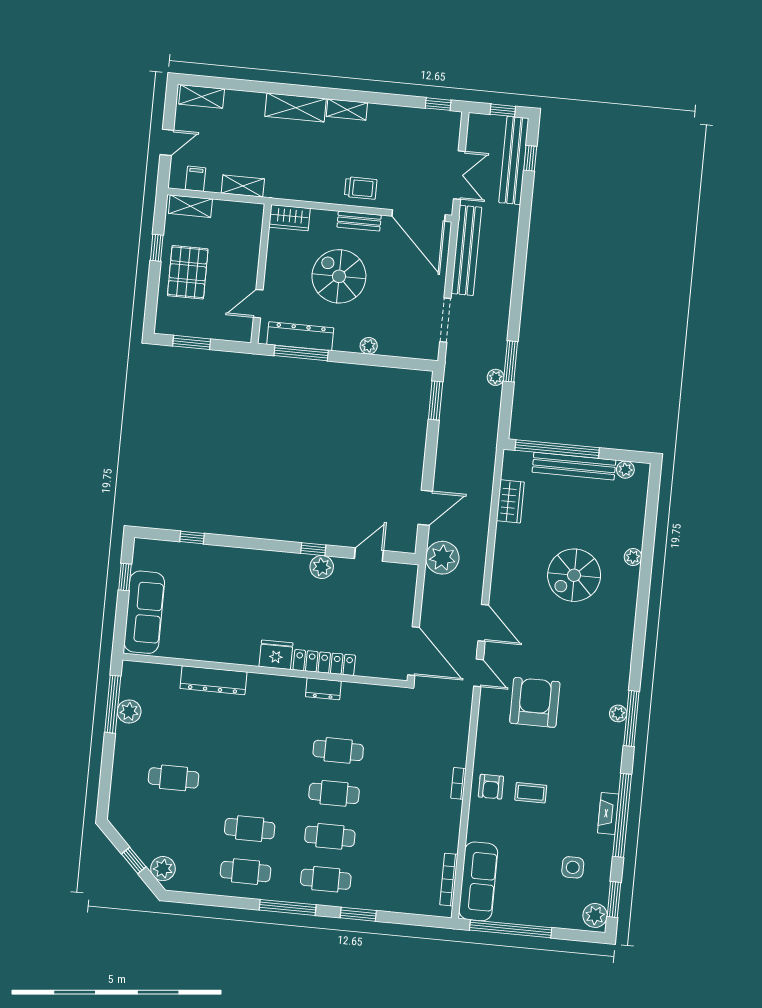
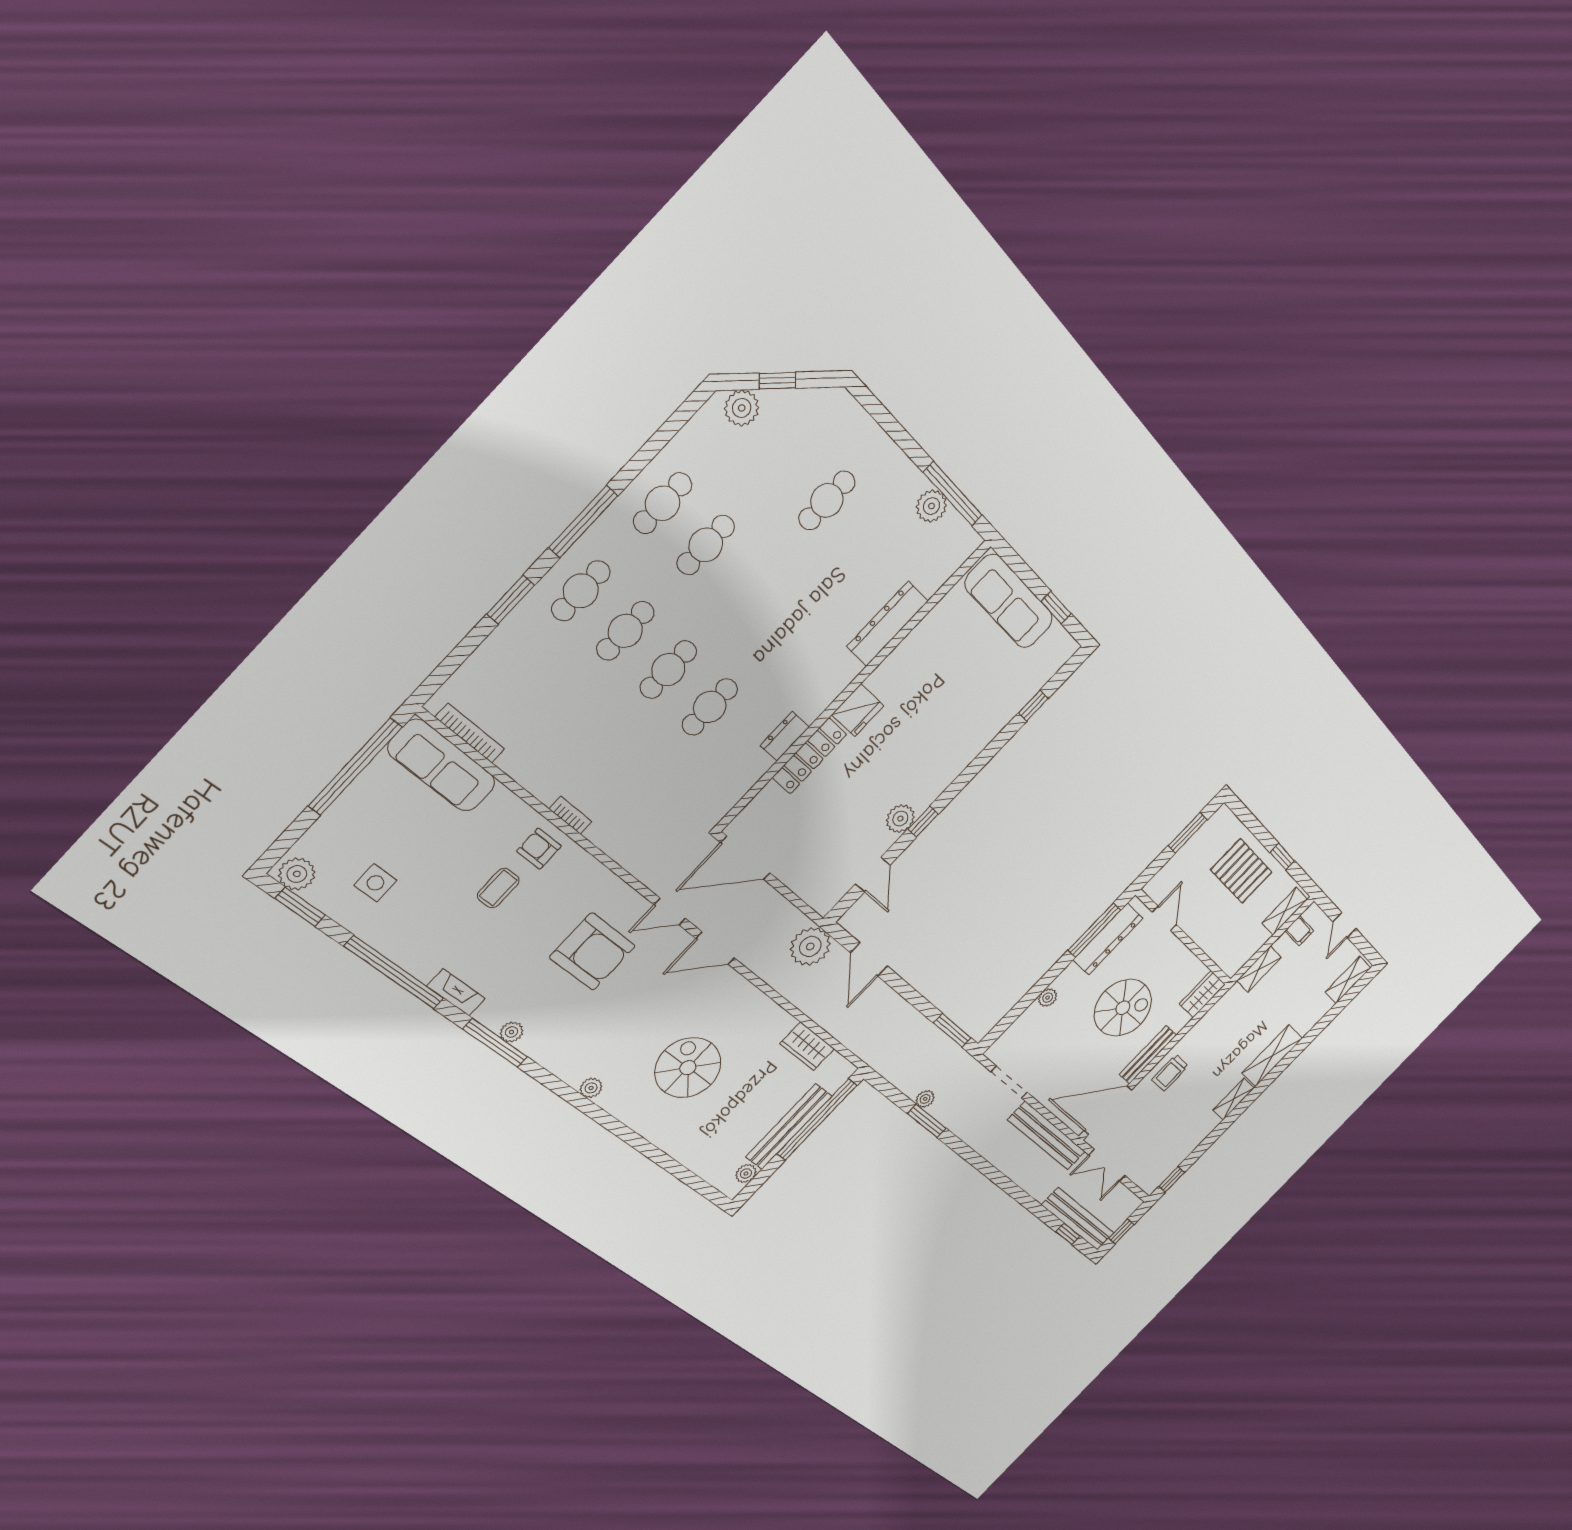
bench: (359, 221) -> (1148, 1055), width x1.36
plant: (633, 557) -> (591, 1088), moved
fireplace: (608, 813) -> (456, 992), moved

